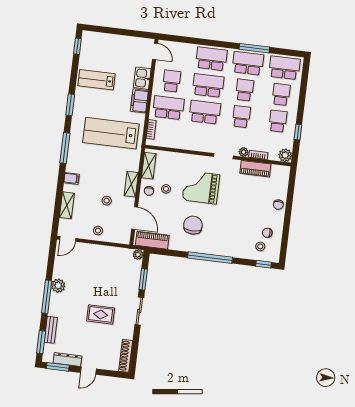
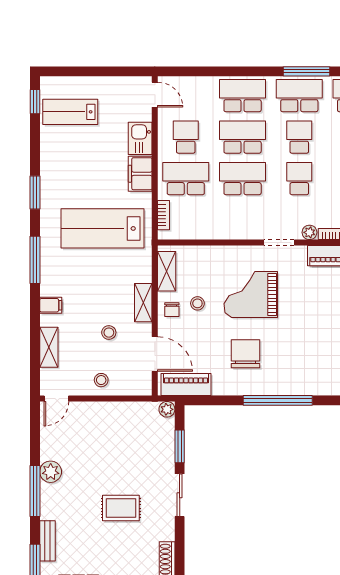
lab bench: (97, 80) -> (70, 112), moved

